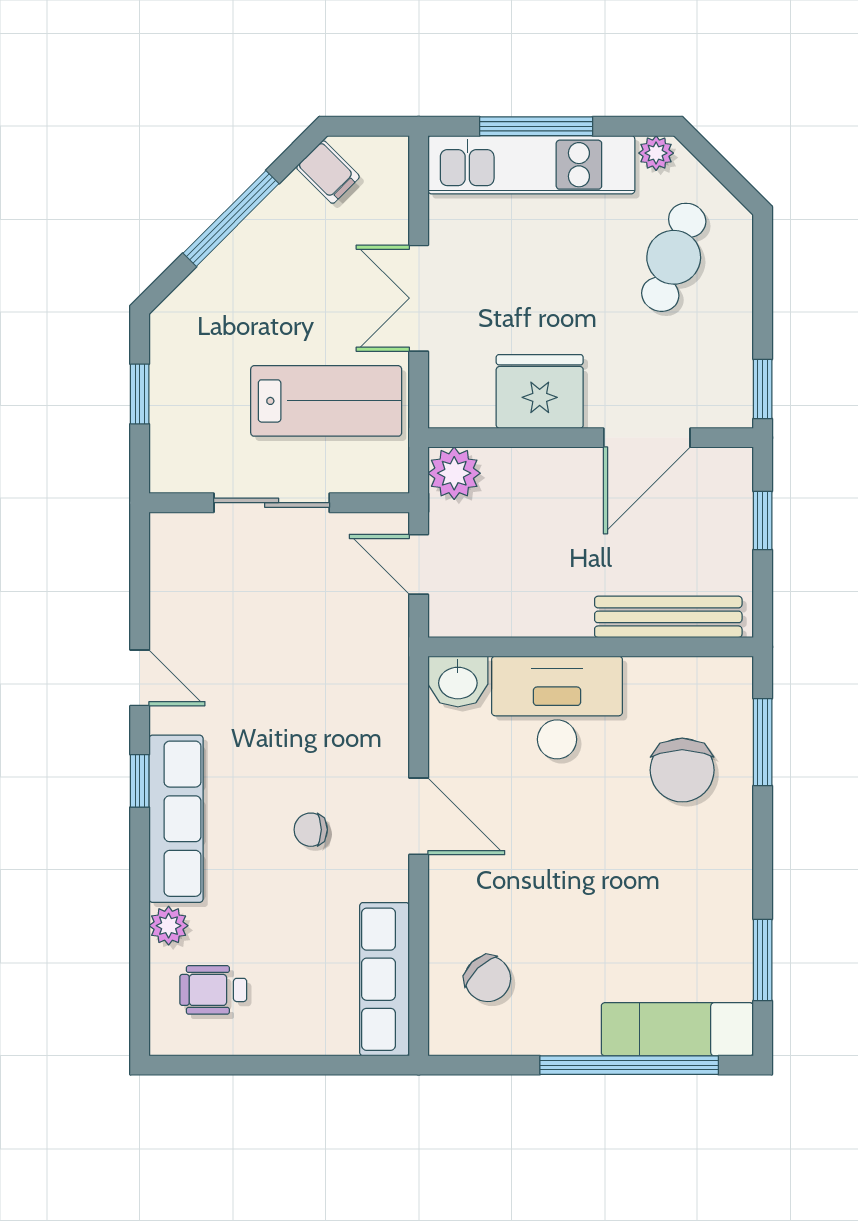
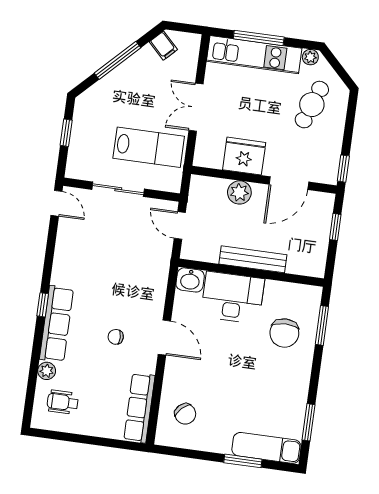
plant: (454, 473) -> (239, 192), moved
bench: (668, 617) -> (253, 259), moved
door: (140, 678) -> (57, 203), moved
window: (629, 1065) -> (243, 461), width x0.47

